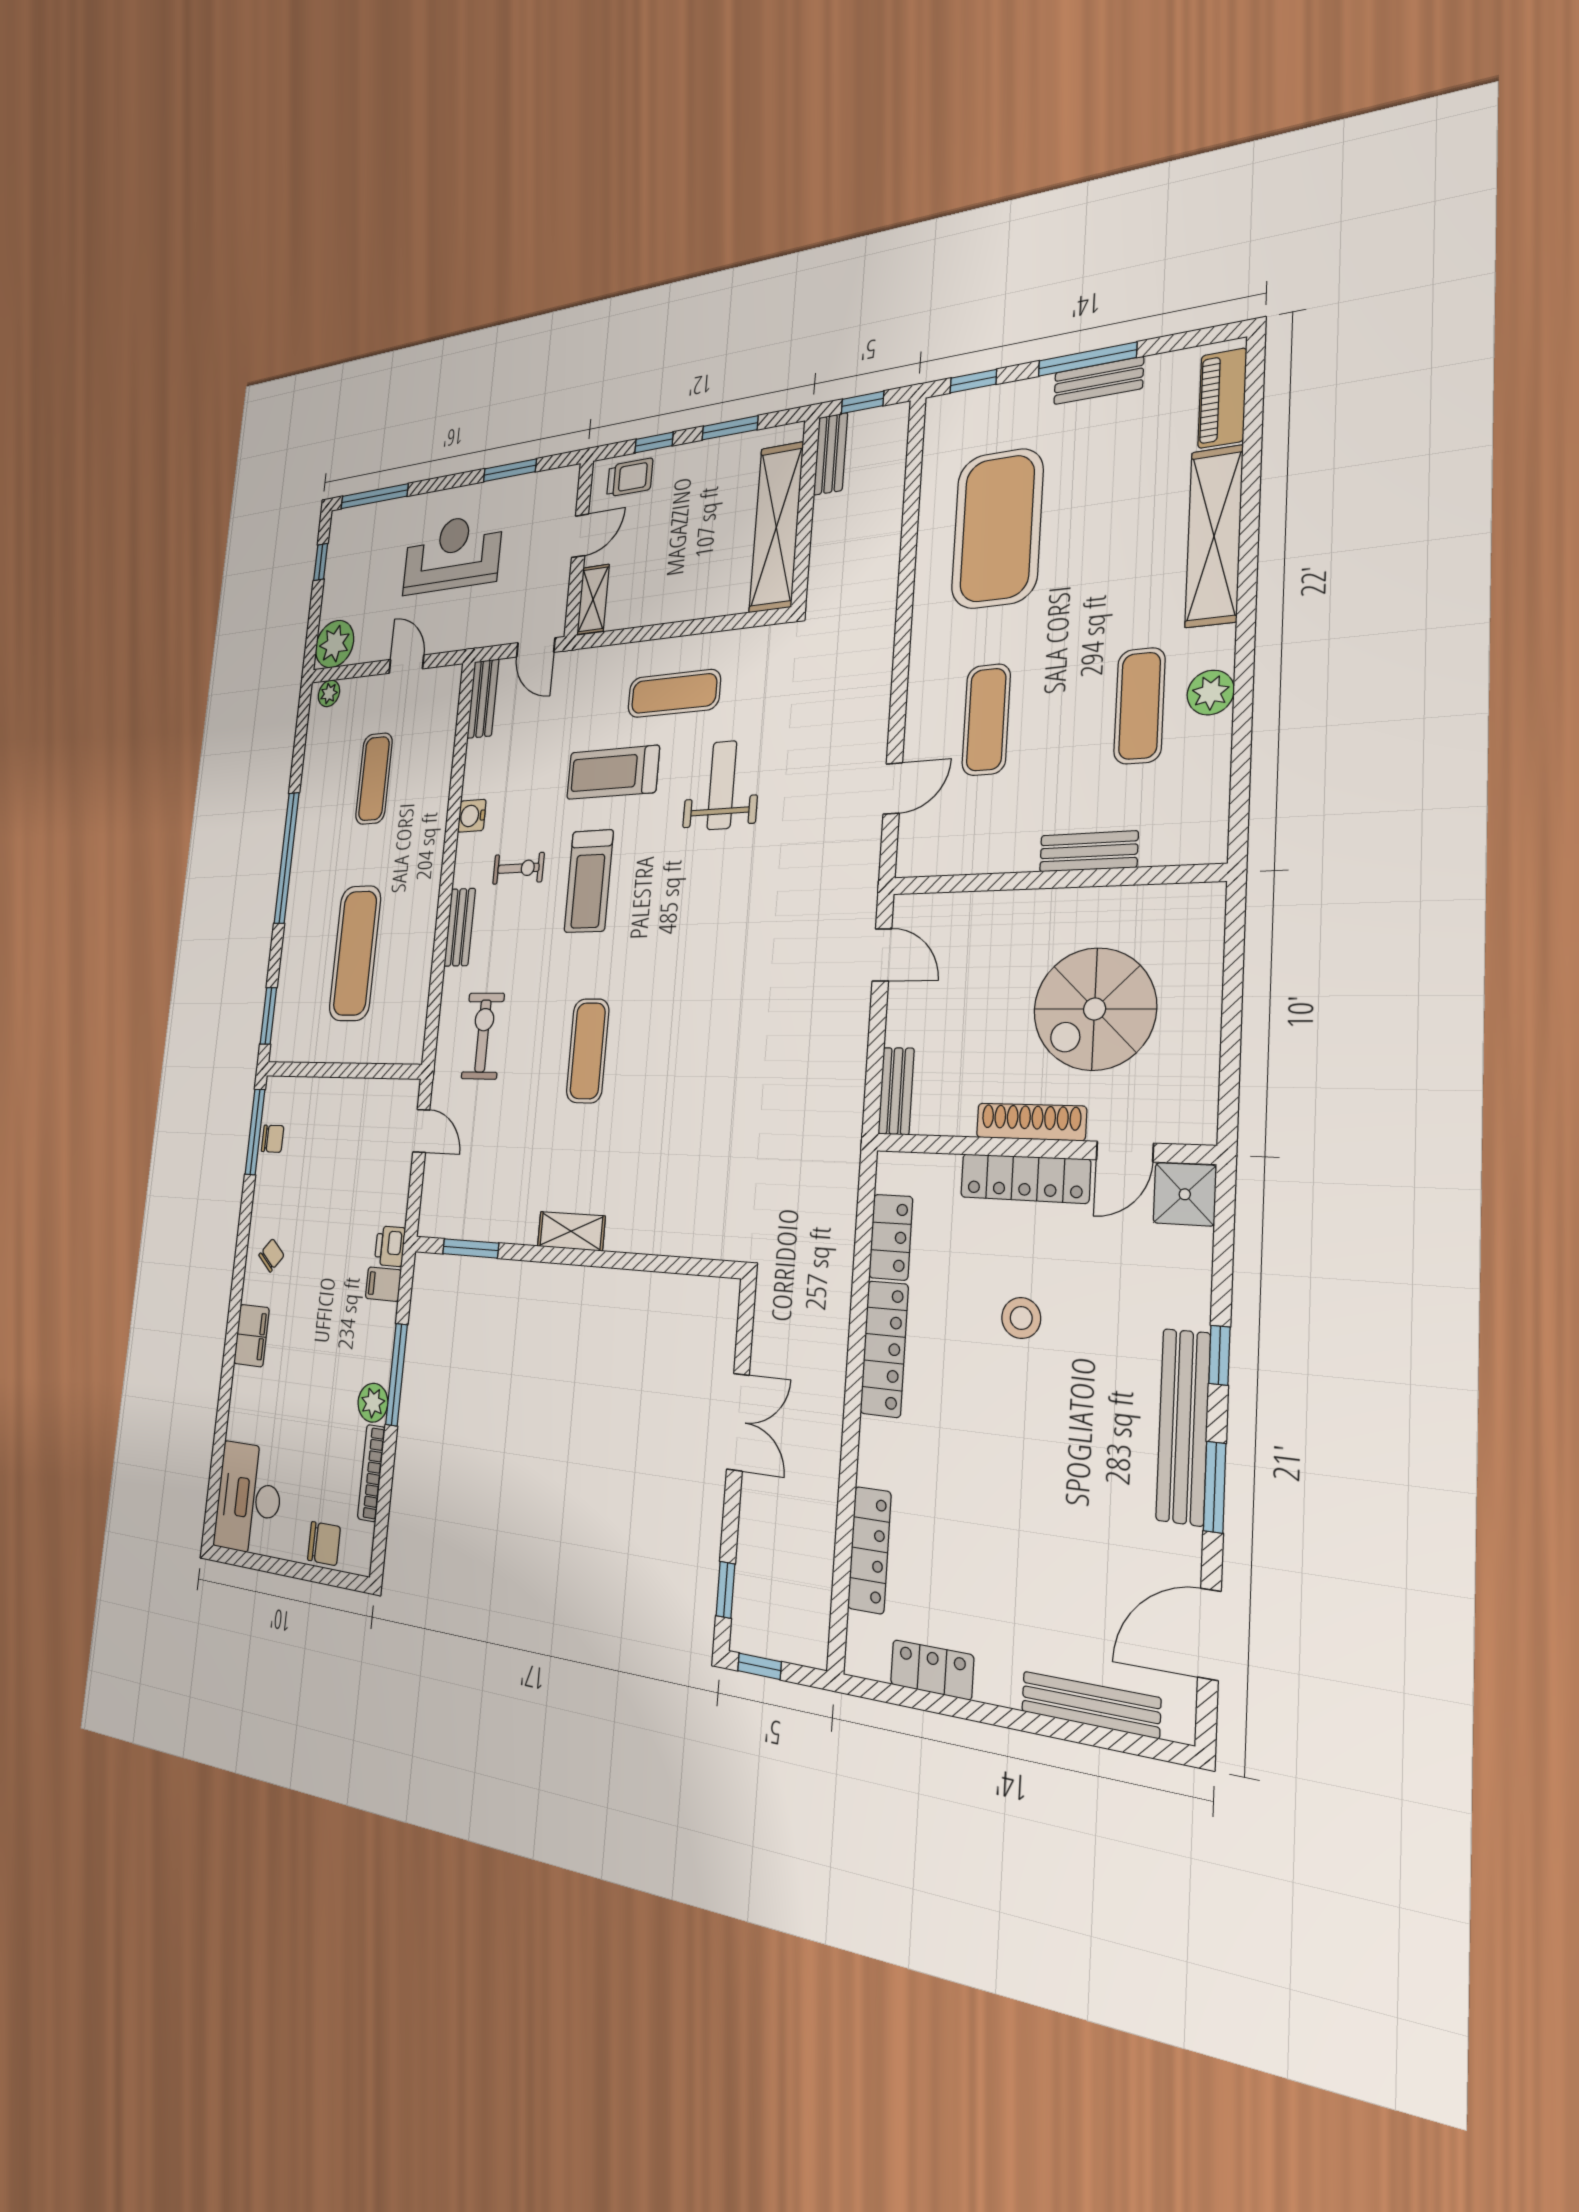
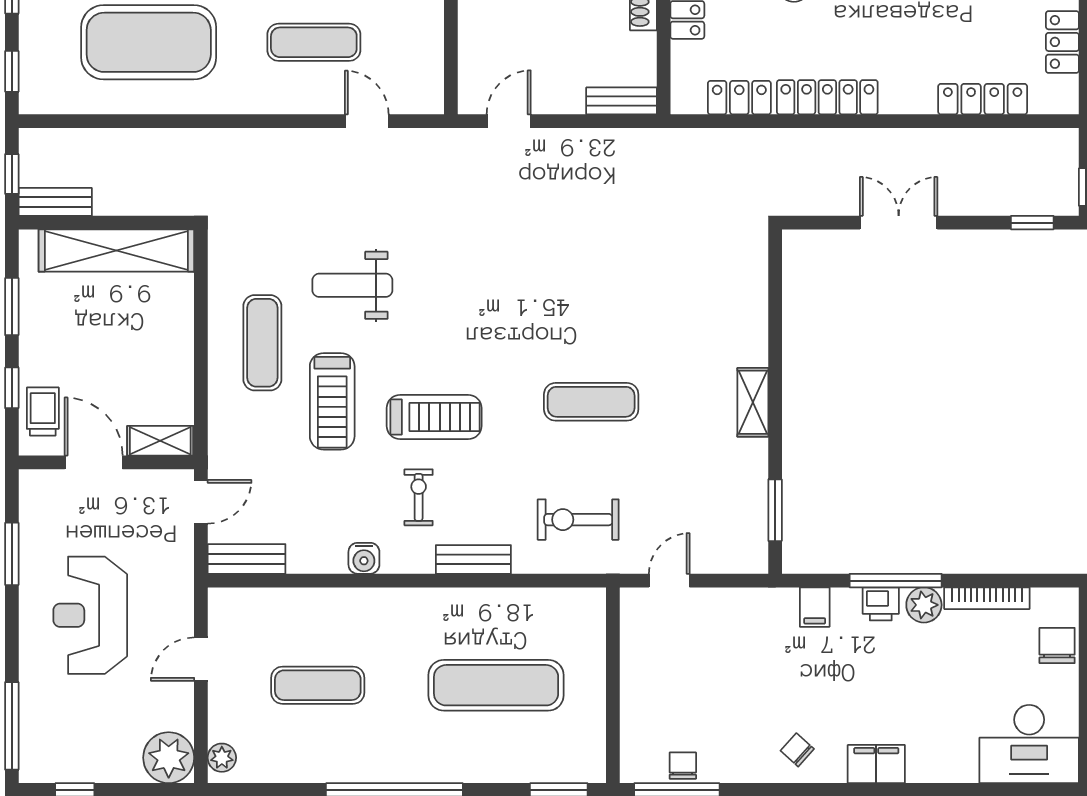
door: (580, 536) -> (94, 462), width x1.38
printer: (390, 1246) -> (881, 604), moved

